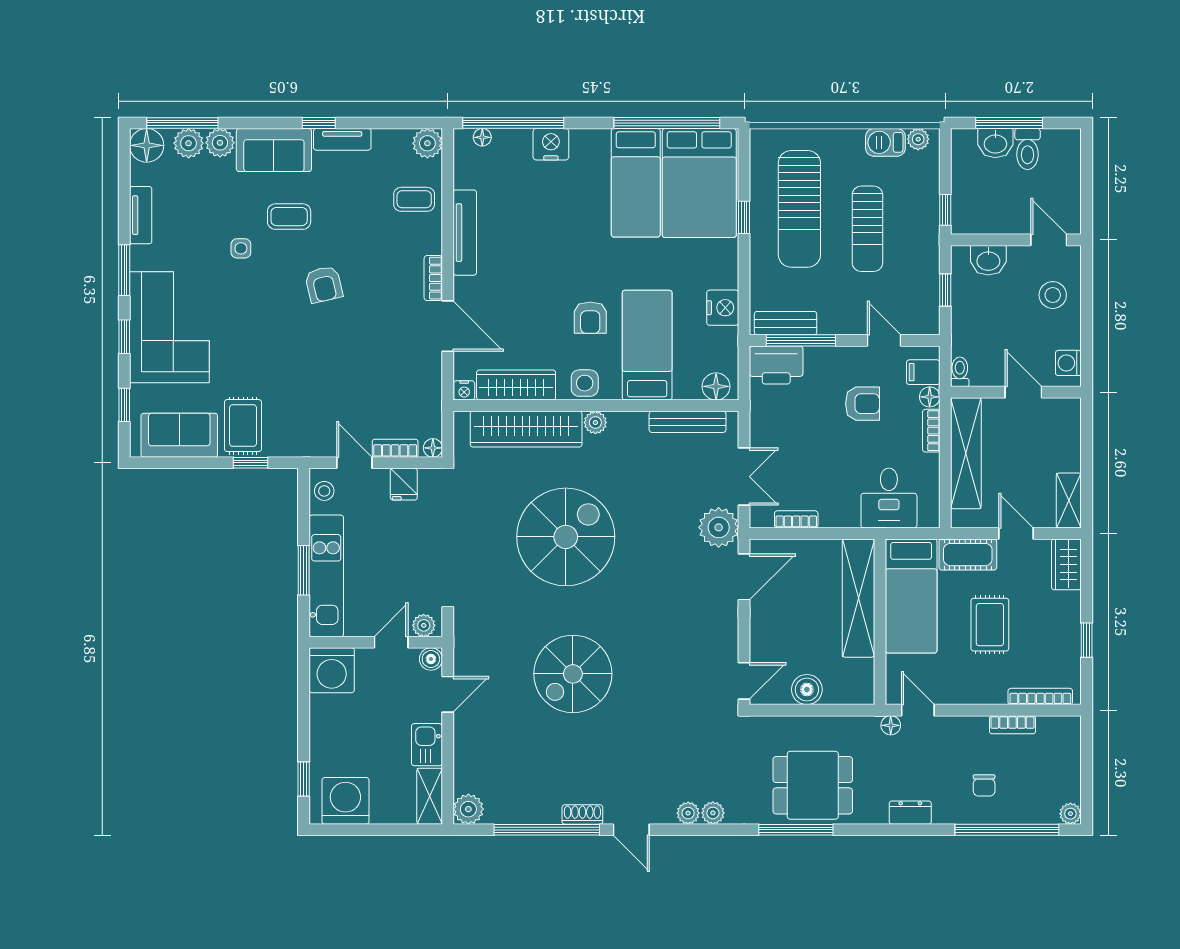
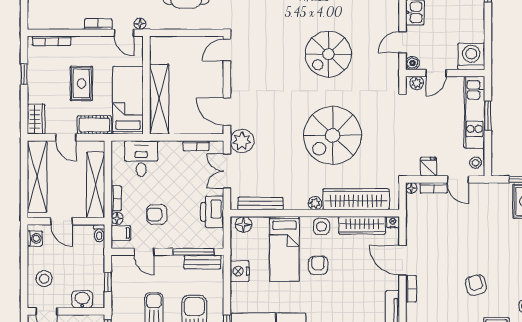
printer: (776, 365) -> (212, 212), moved, turned -90
shelving: (1069, 500) -> (37, 177), width x2.20, depth x1.33
door: (744, 577) -> (227, 112), hinge flipped
spiral stairs: (573, 674) -> (328, 54), turned 180
boiler: (807, 690) -> (190, 45), removed
bookcase: (1012, 725) -> (98, 24), moved

